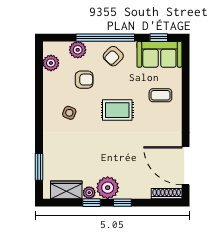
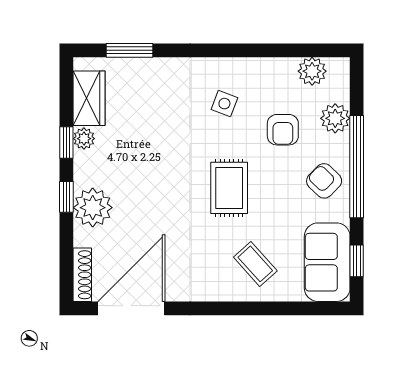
coffee table: (160, 95) -> (255, 264), turned -42
plant: (108, 188) -> (93, 208), moved

